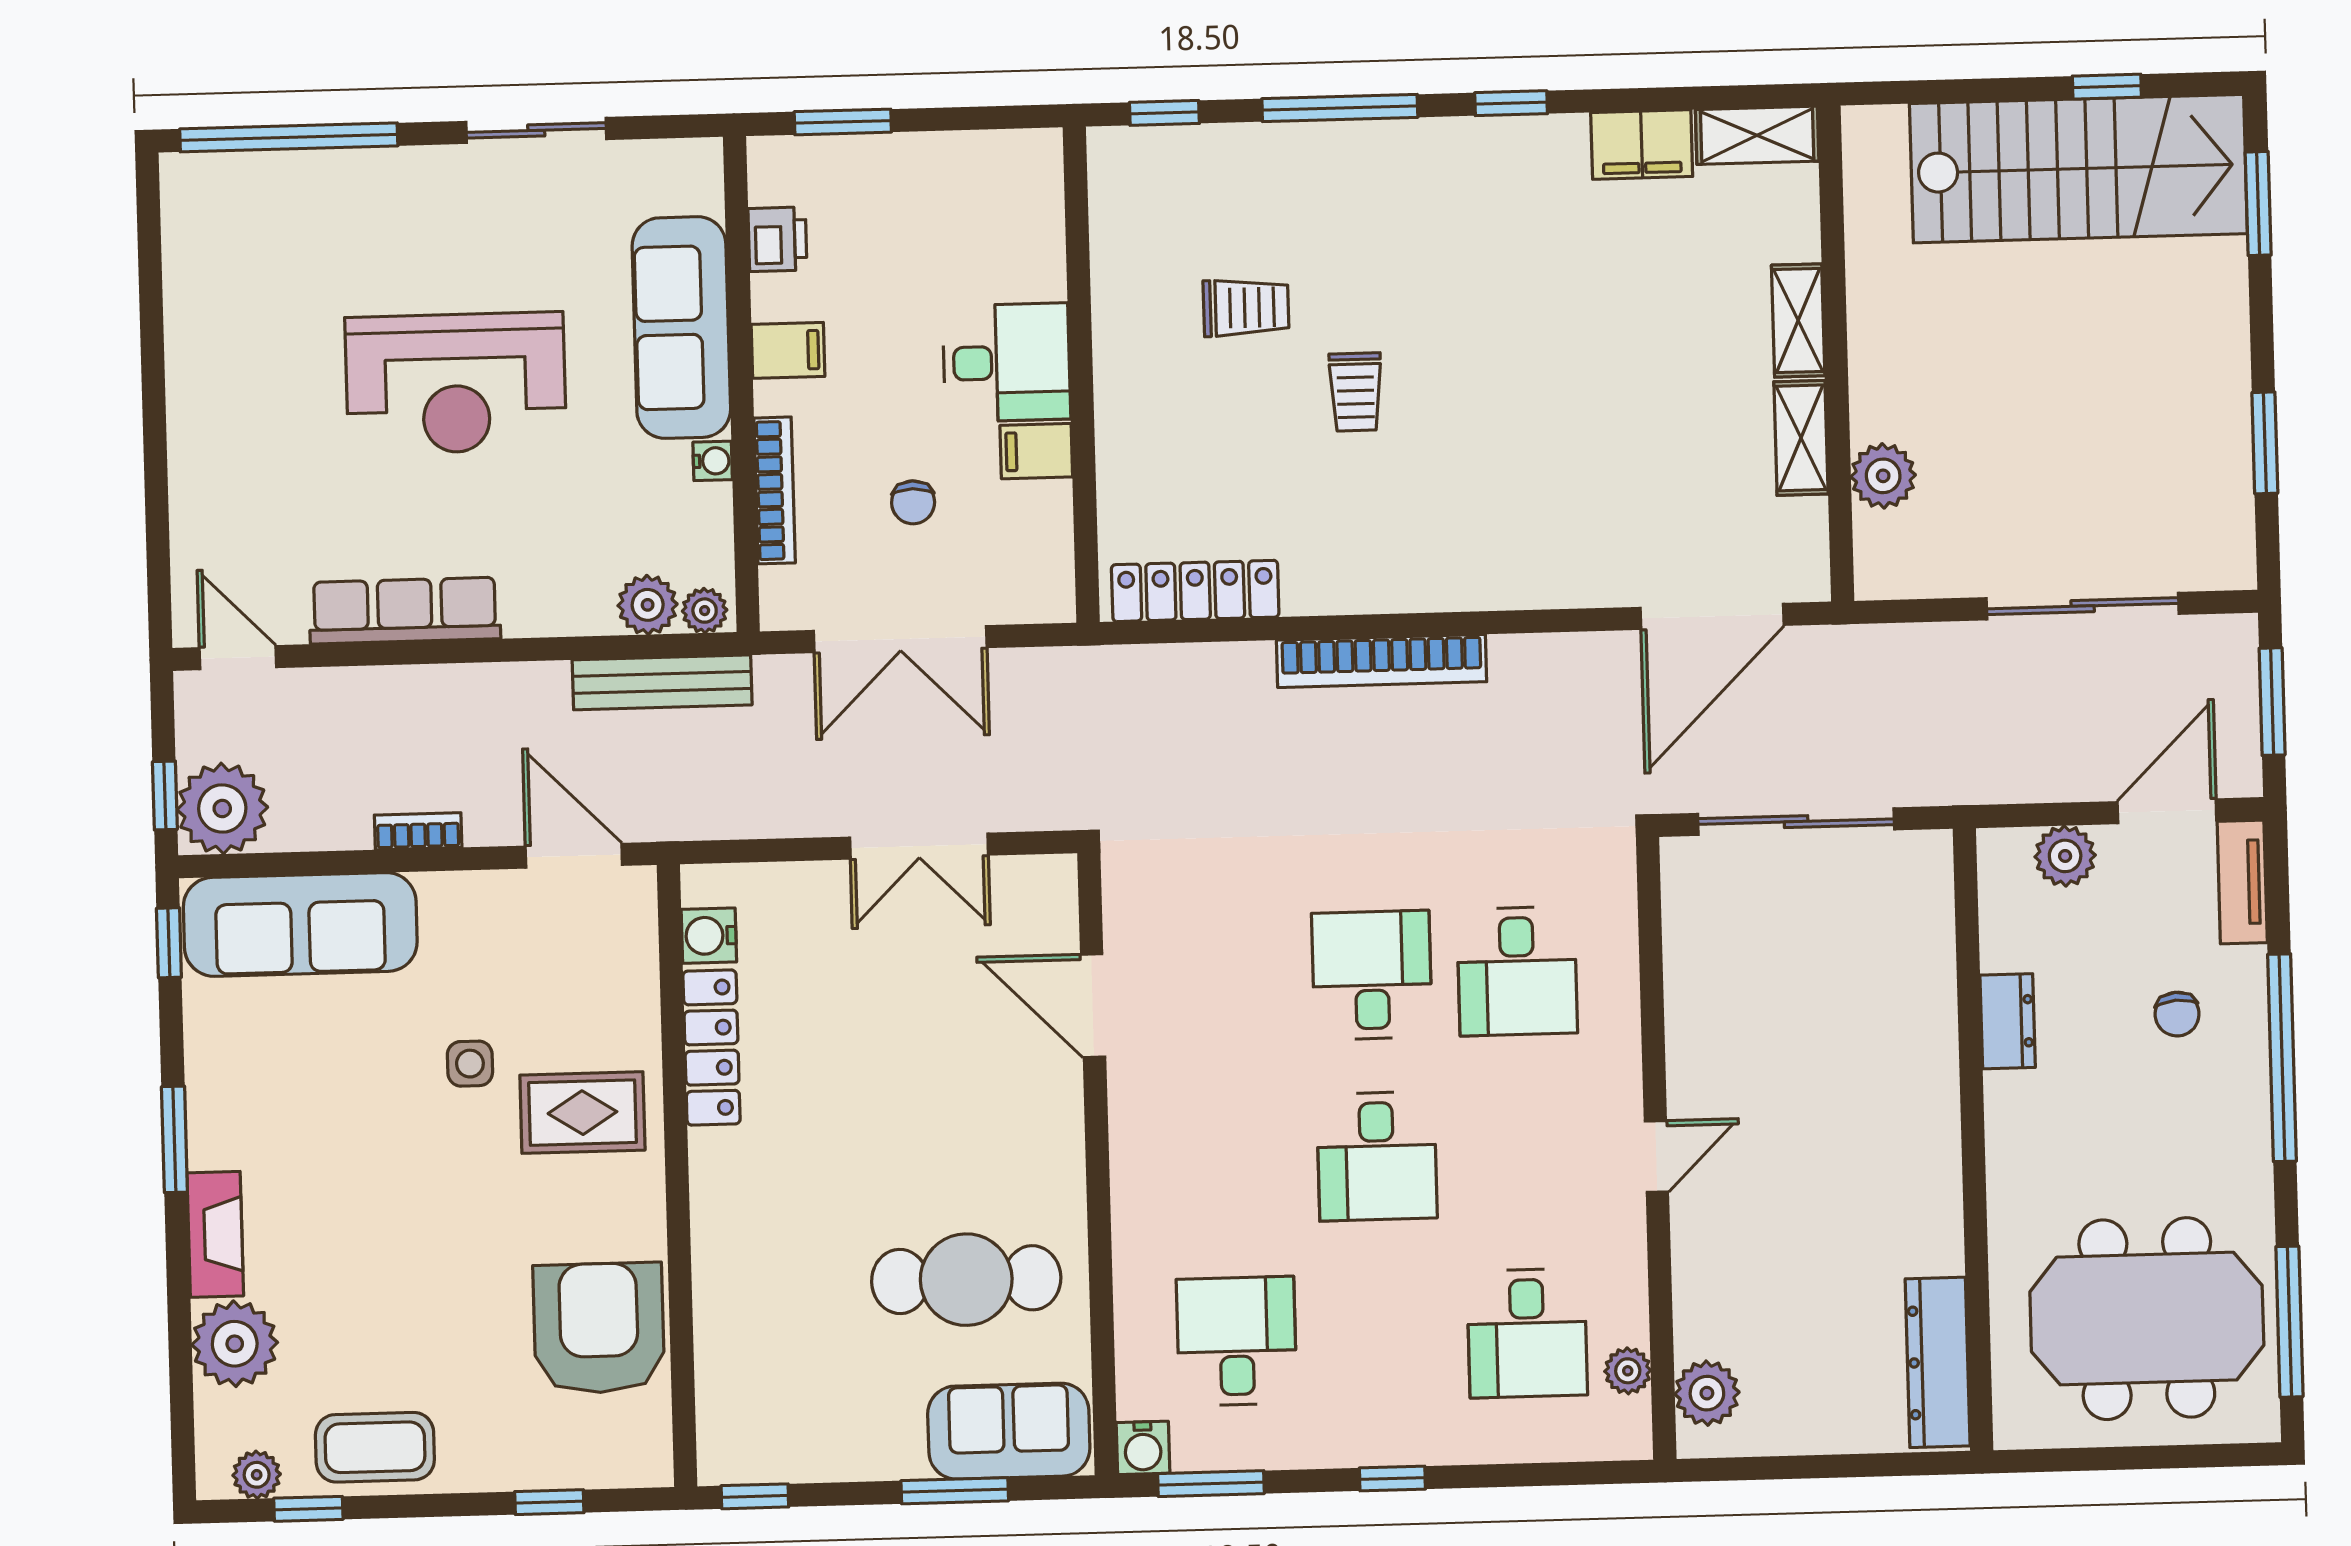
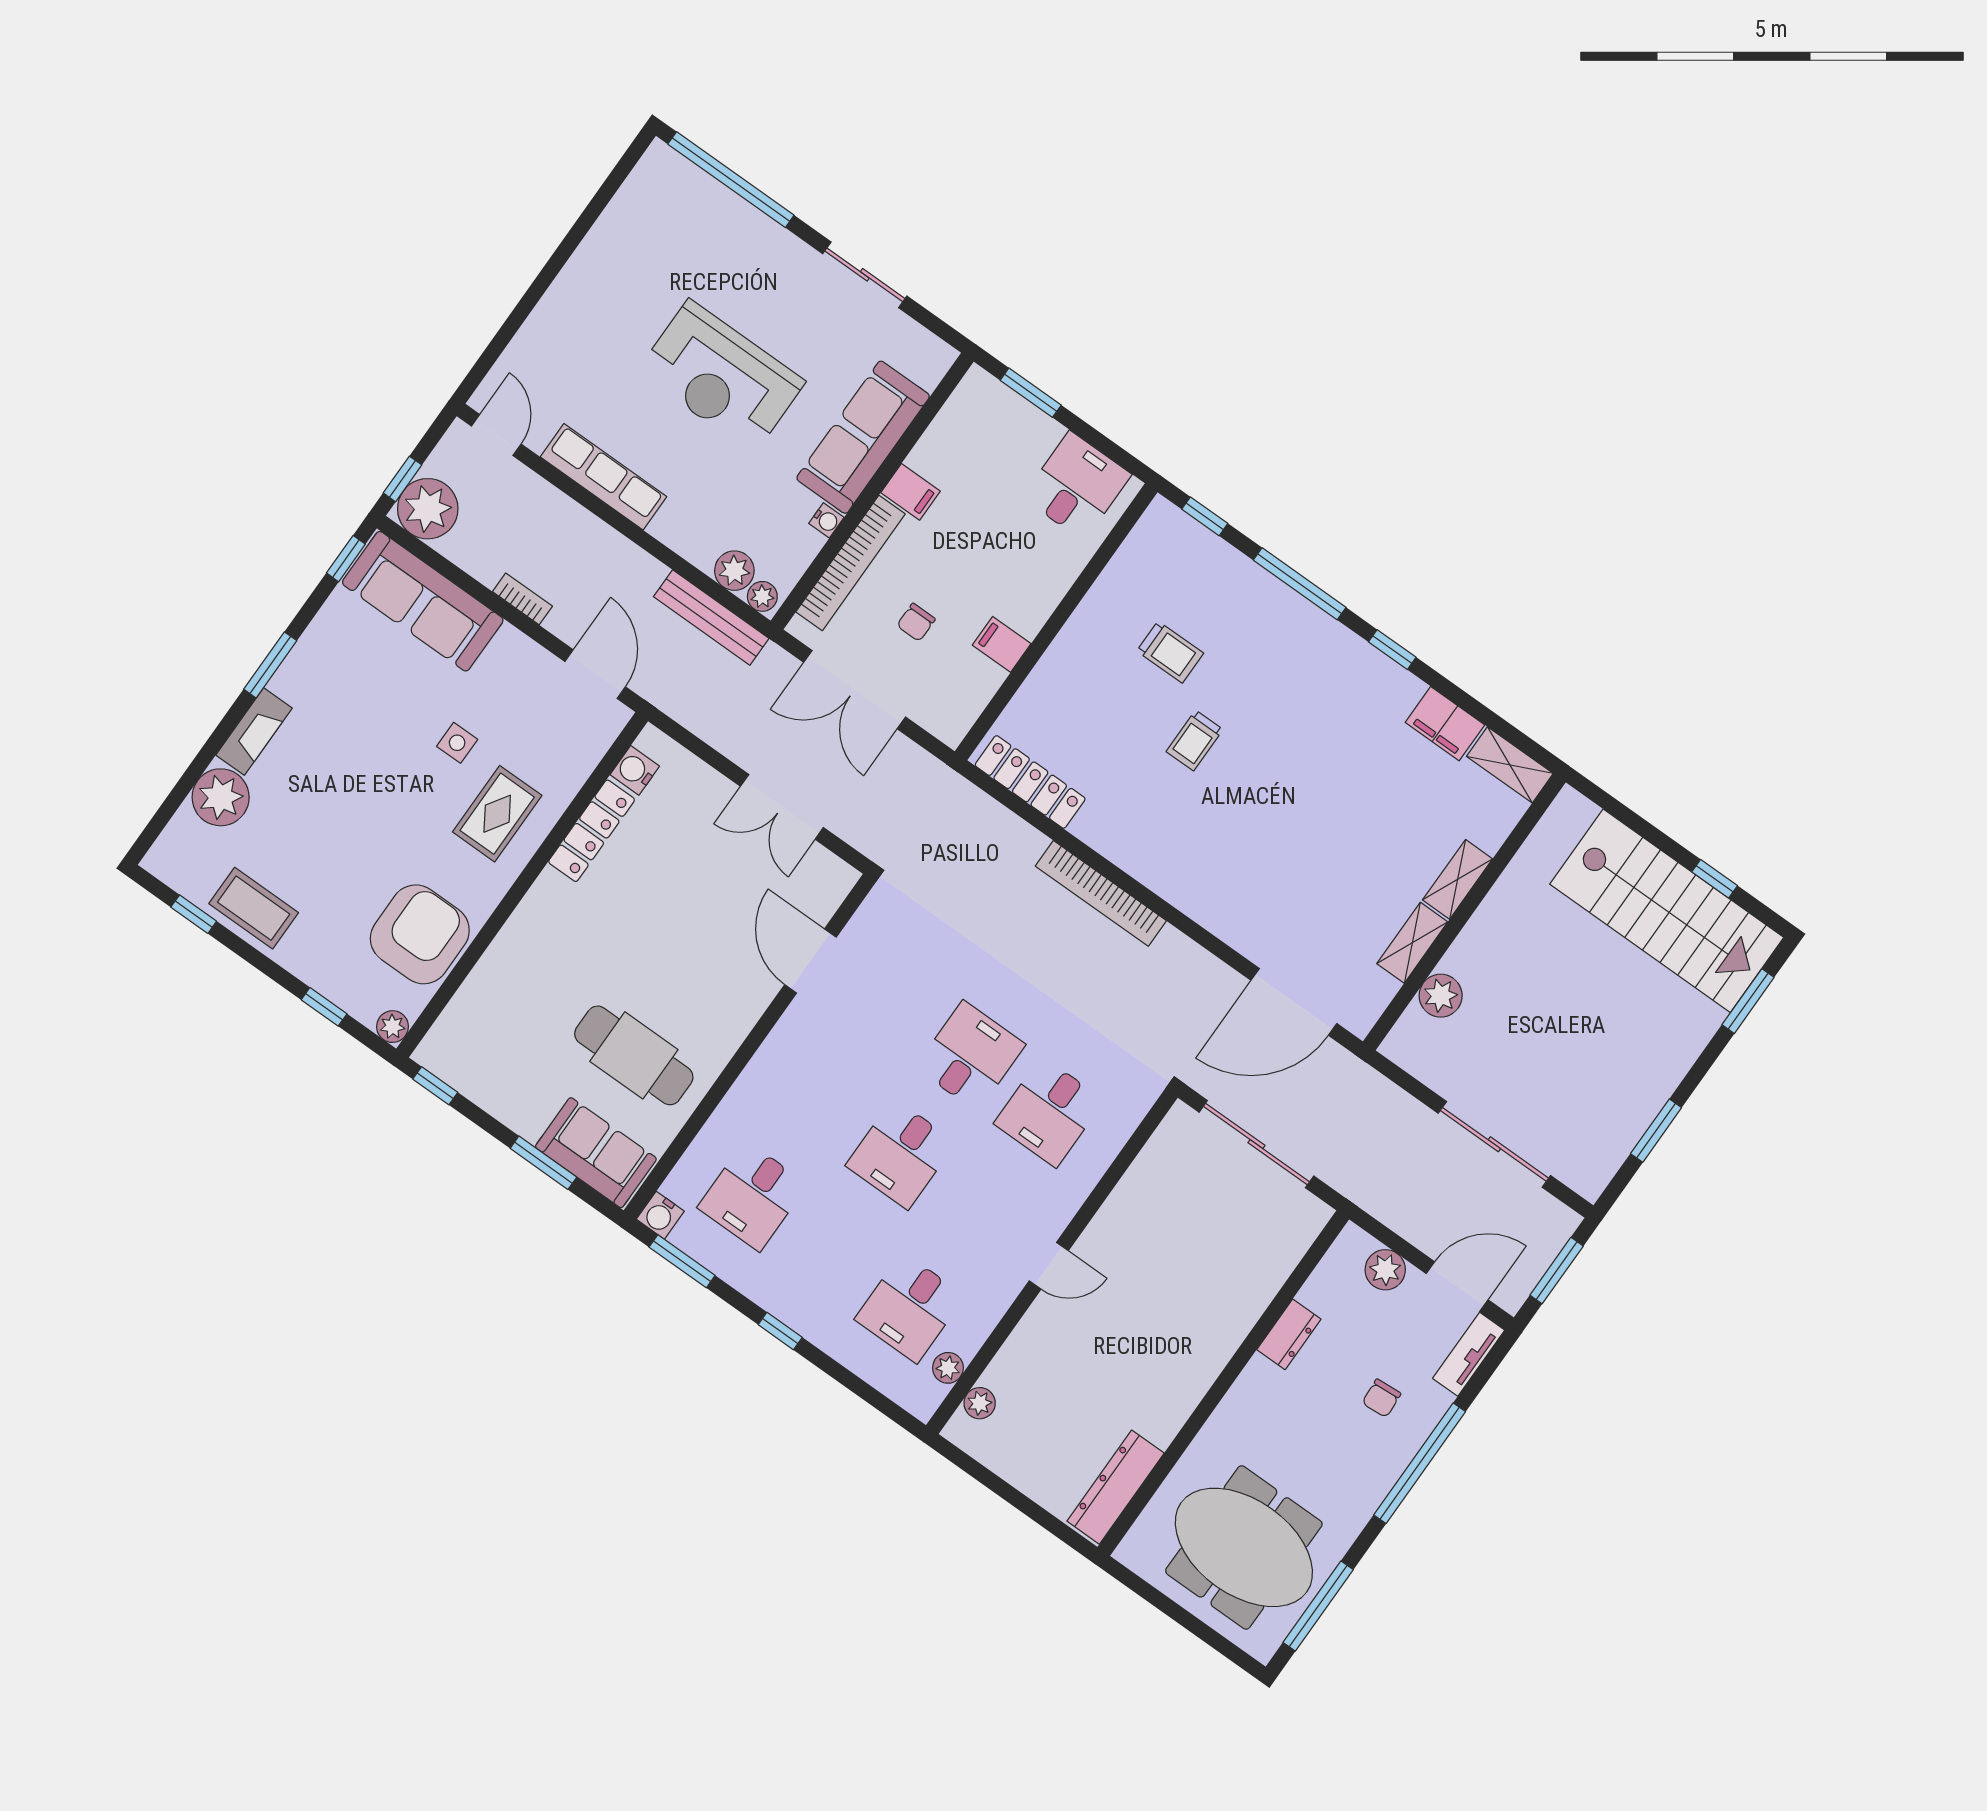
printer: (778, 239) -> (949, 429), removed
desk: (1007, 362) -> (1077, 486), moved, turned -90
bookcase: (775, 490) -> (851, 563), width x1.48, depth x1.31
rug: (582, 1113) -> (497, 814), turned 90
desk: (1237, 1341) -> (753, 1196), turned 180
plant: (1707, 1393) -> (980, 1403), width x0.73, depth x0.73
plant: (257, 1475) -> (393, 1027), moved

